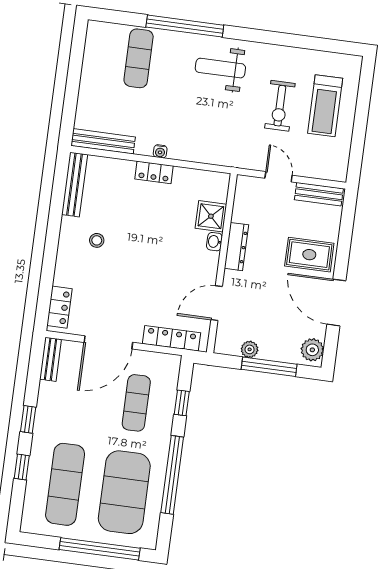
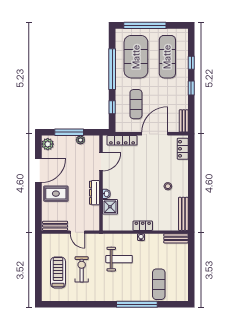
weight bench: (220, 68) -> (119, 259), moved
bench: (103, 141) -> (176, 238), width x0.73
door: (336, 303) -> (38, 170), hinge flipped

